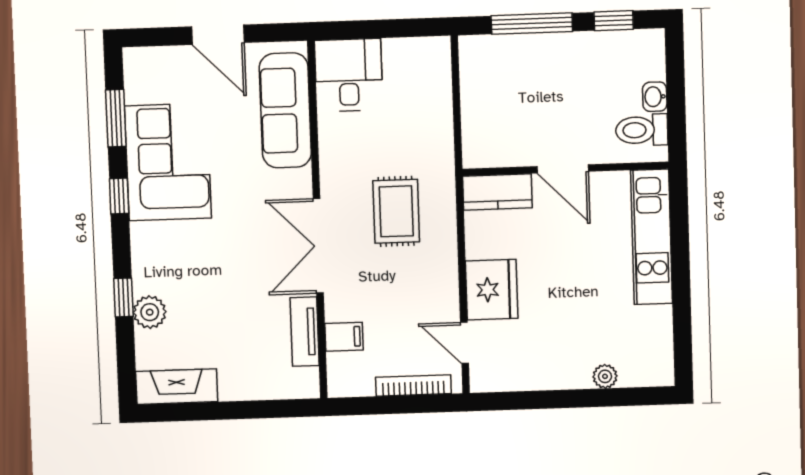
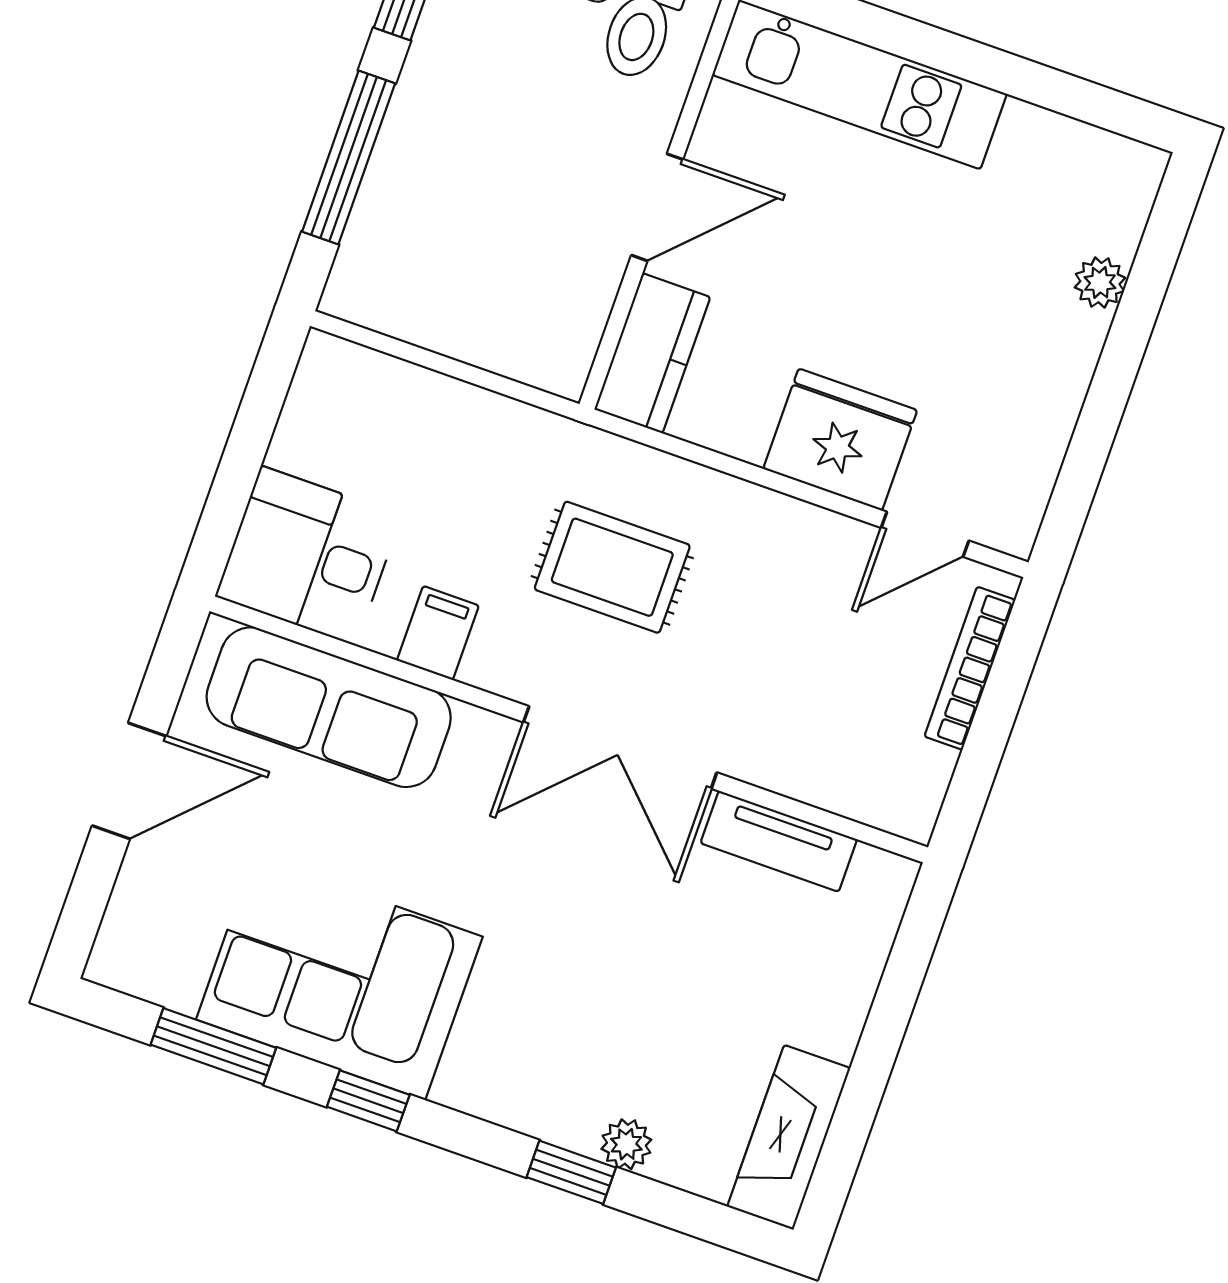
plant: (150, 312) -> (626, 1144), width x0.73, depth x0.73
filing cabinet: (344, 337) -> (438, 633), moved

